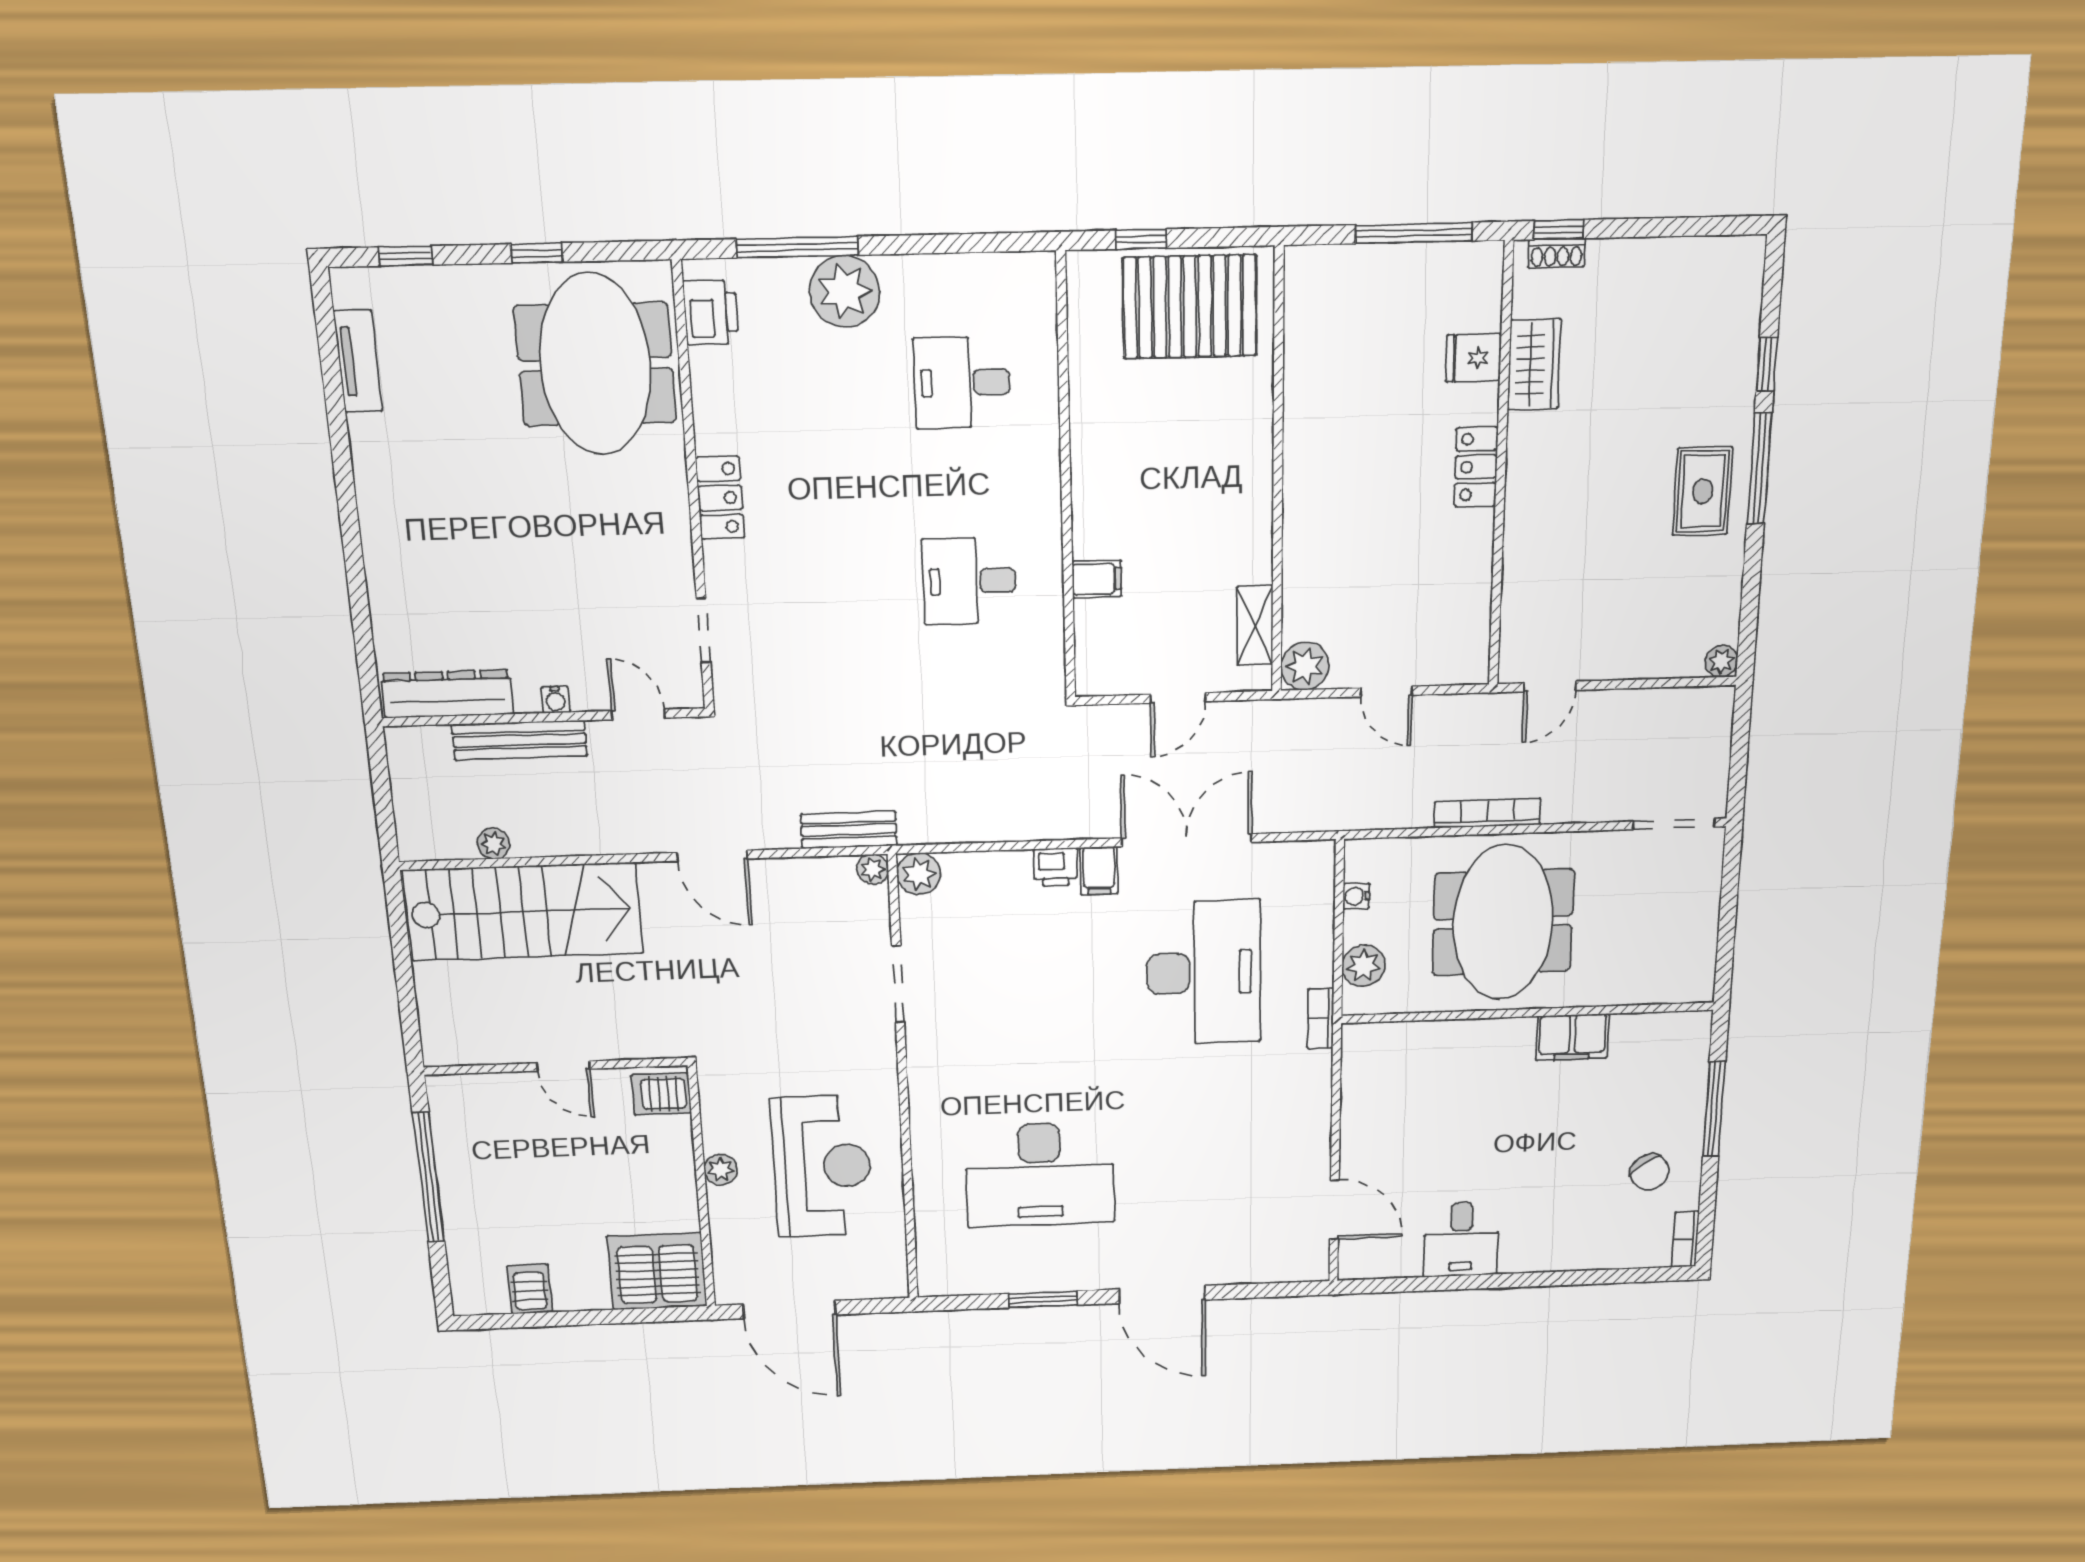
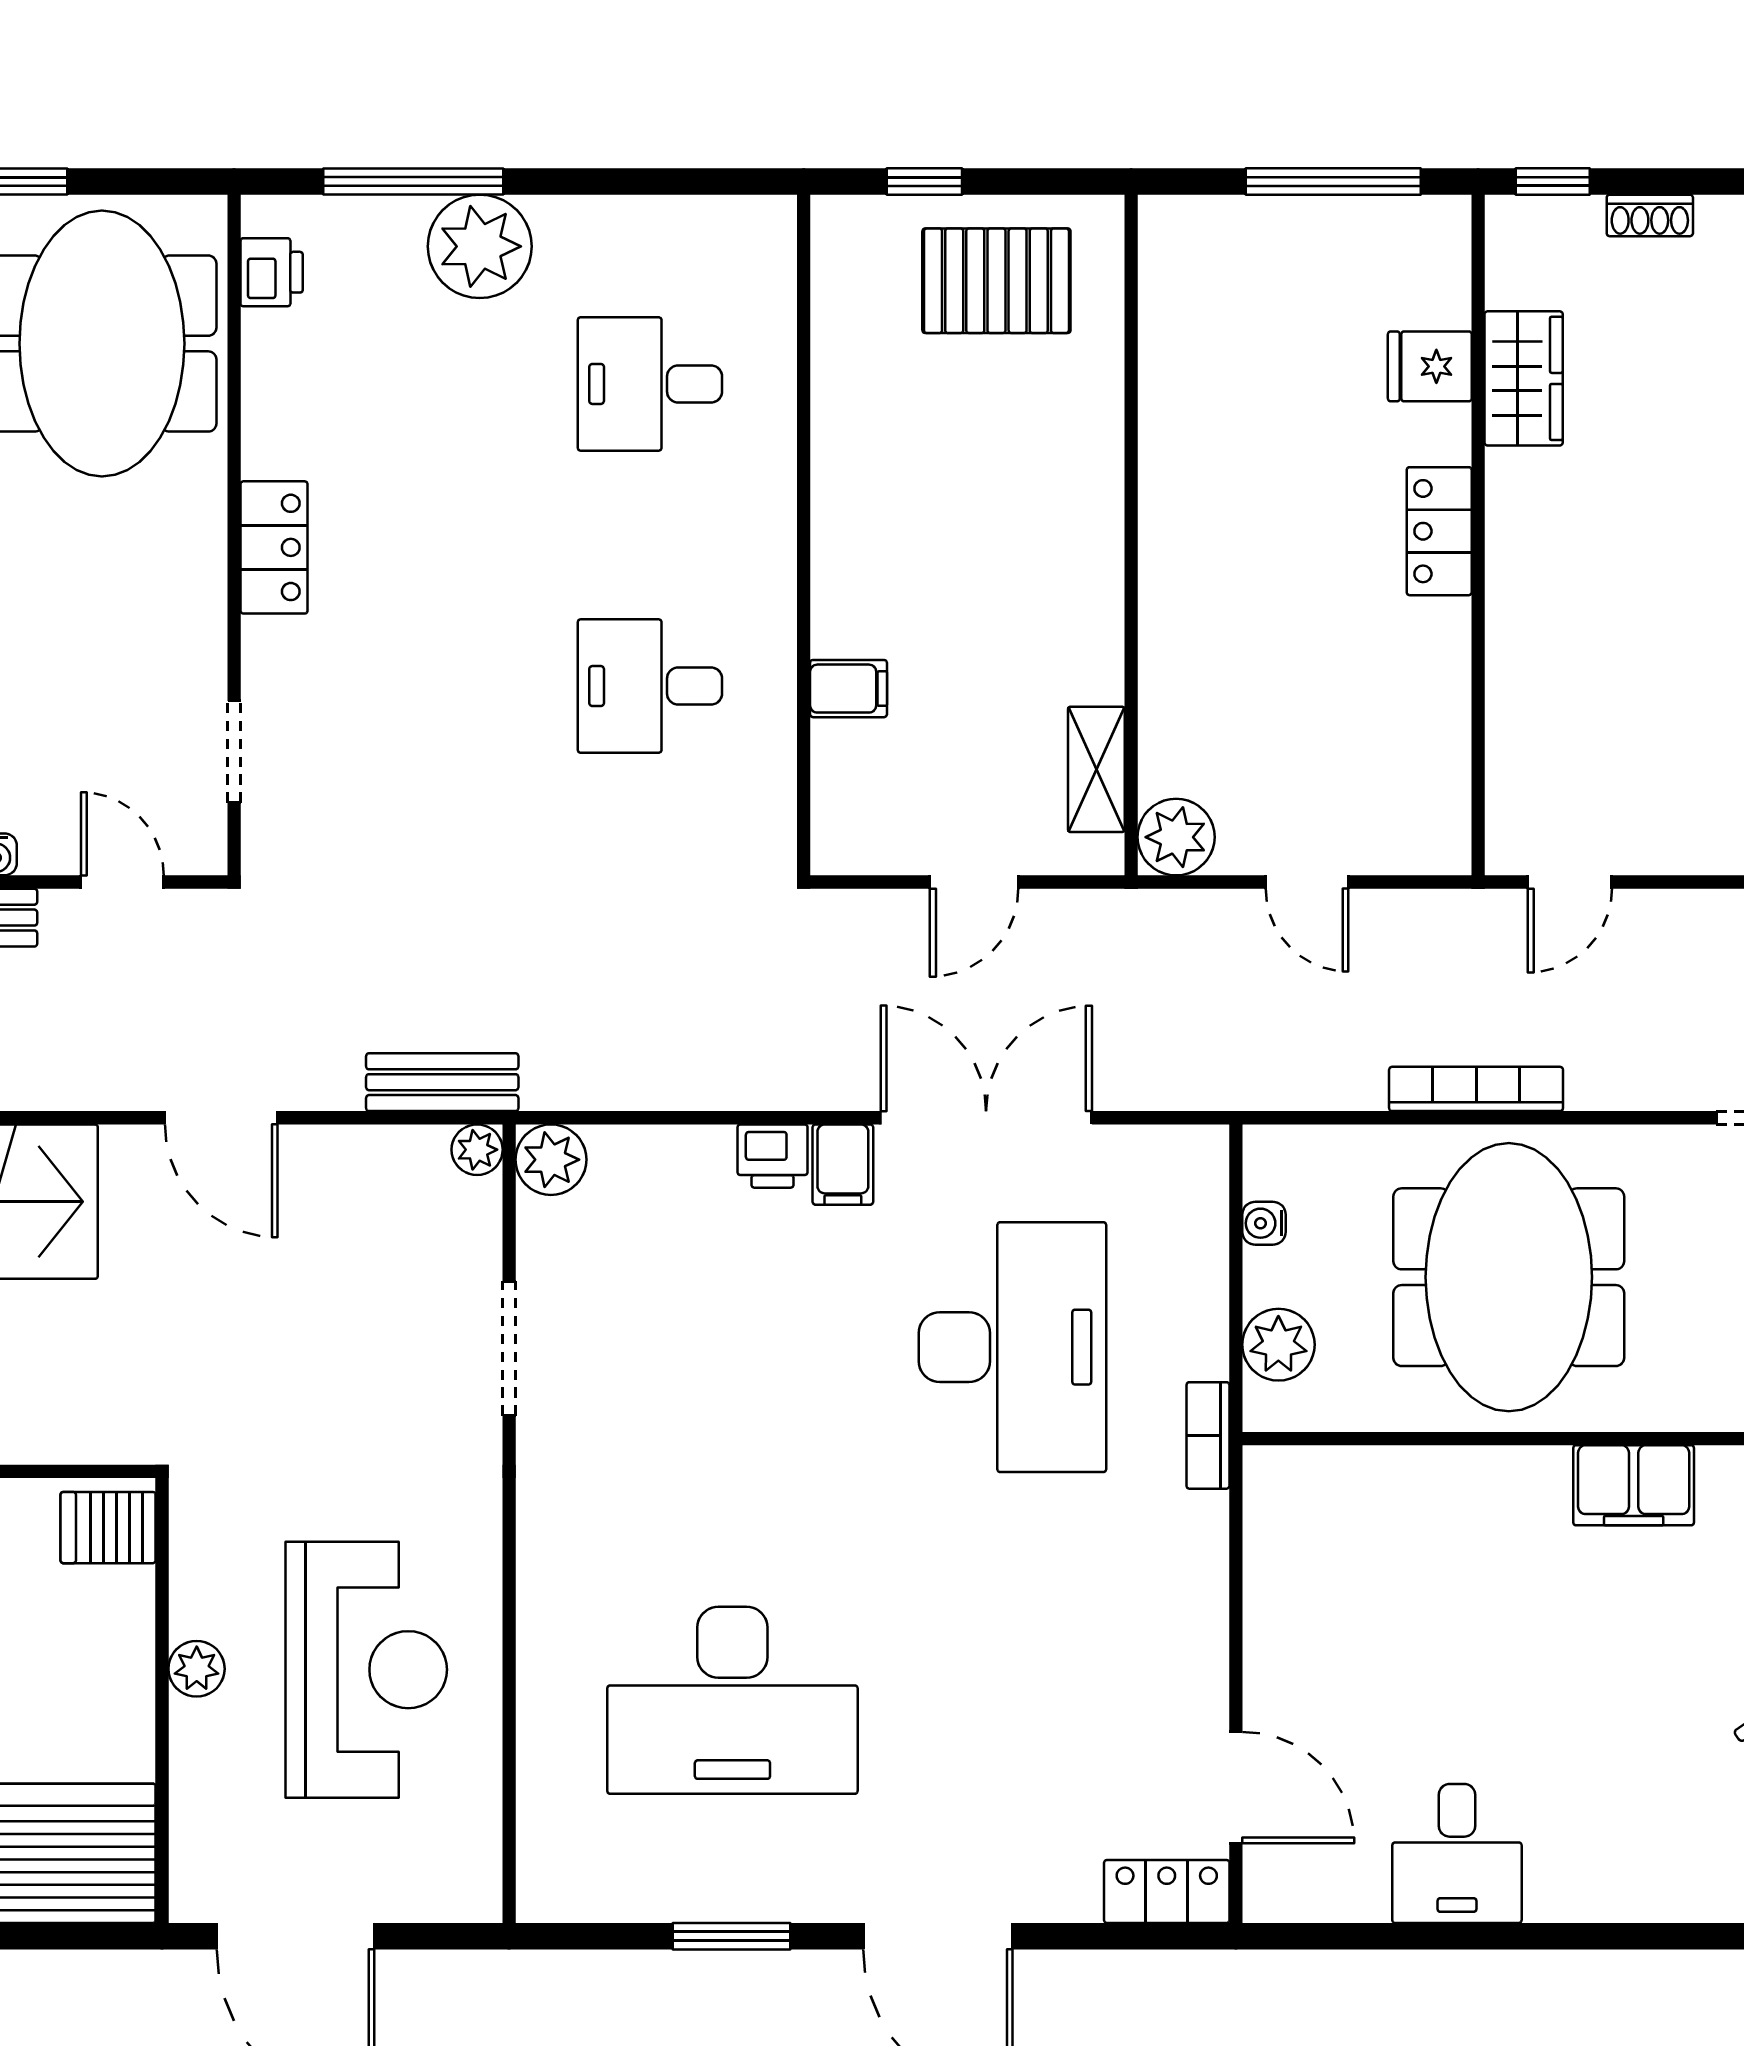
shoe rack: (1557, 253) -> (1650, 215), moved
pallet: (1190, 307) -> (996, 281), width x0.73, depth x0.71
printer: (711, 312) -> (272, 272), width x0.73, depth x0.81
locker: (1294, 1266) -> (1167, 1892), added

